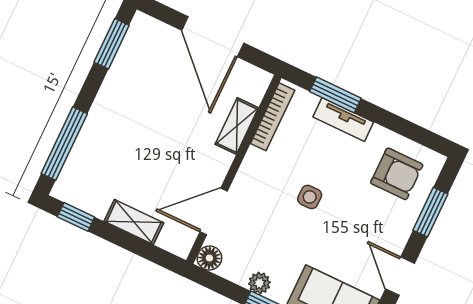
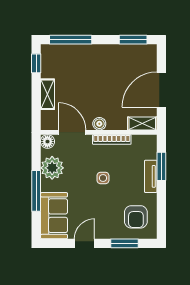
bookcase: (273, 117) -> (112, 140), moved
shelving: (237, 126) -> (142, 124), moved
boiler: (220, 162) -> (99, 124), added
plant: (259, 283) -> (52, 168), width x1.88, depth x1.88

